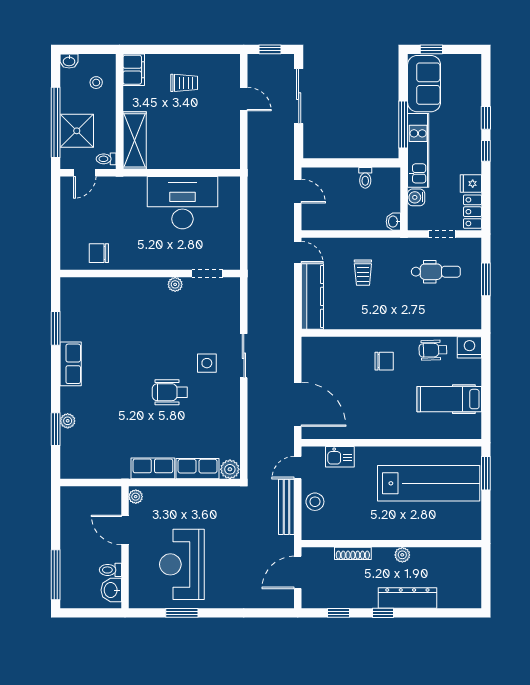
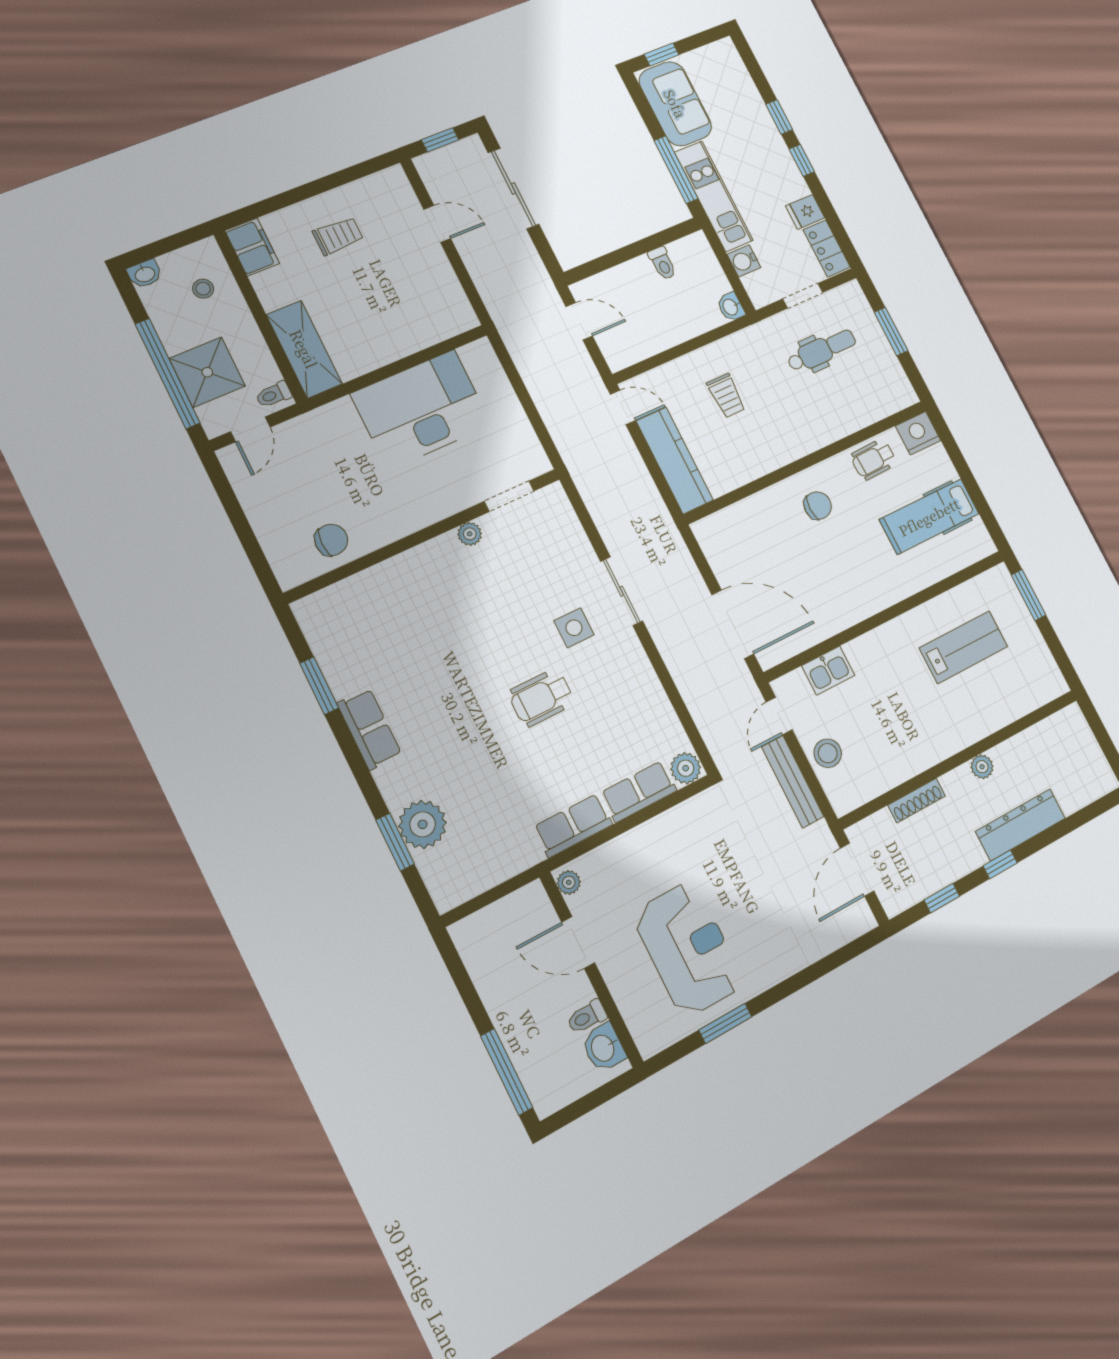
chair: (99, 253) -> (331, 540), turned 180
plant: (68, 421) -> (423, 824), width x1.87, depth x1.87
lab bench: (429, 483) -> (963, 647), width x0.54, depth x0.72
reception desk: (182, 564) -> (688, 949), turned 180

